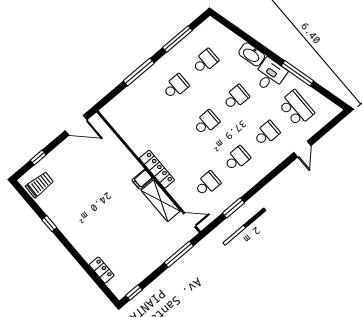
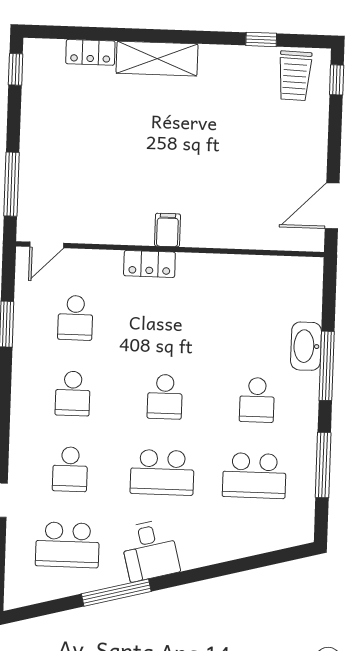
washbasin: (252, 54) -> (306, 346), moved, turned -75
school desk: (205, 61) -> (254, 476), width x1.85
school desk: (236, 97) -> (162, 472), width x1.85
window: (38, 158) -> (337, 80), moved
locker: (157, 169) -> (149, 264), width x0.66
shelving: (161, 201) -> (157, 59), moved
window: (49, 224) -> (261, 39), moved

